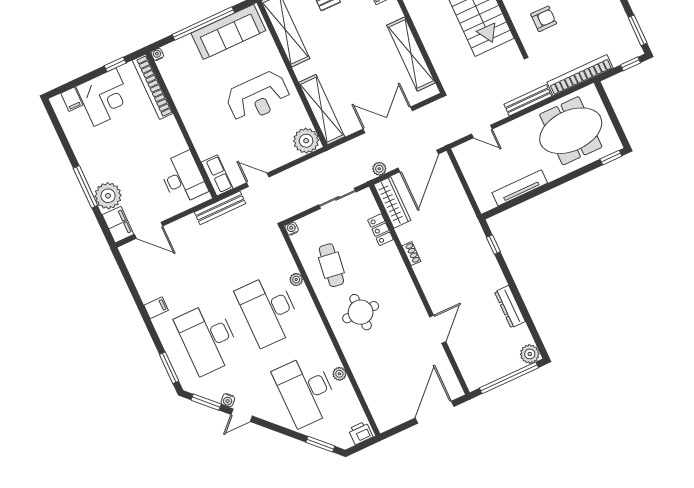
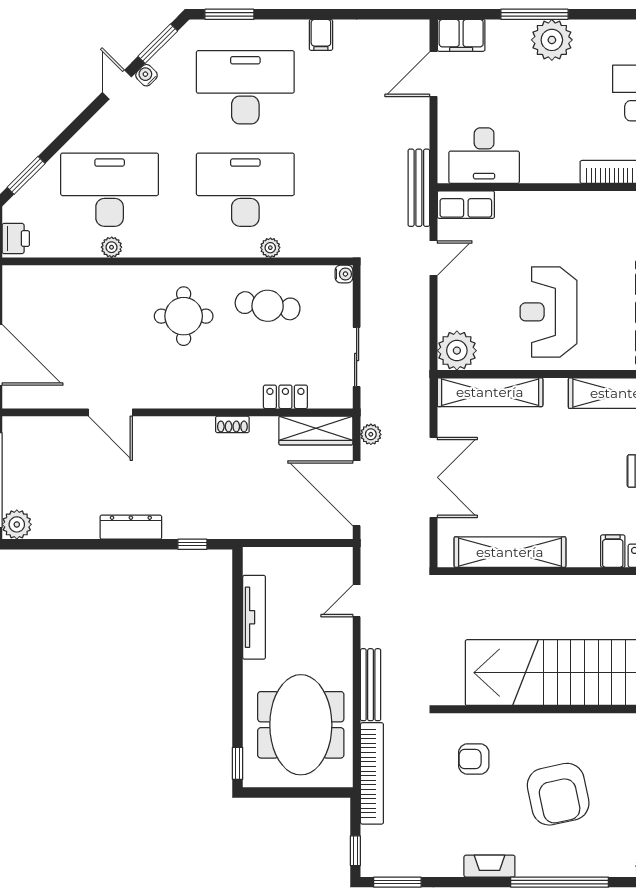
armchair: (544, 19) -> (474, 759), turned 90
plant: (108, 196) -> (552, 40), moved
dresser: (510, 307) -> (131, 527), moved

